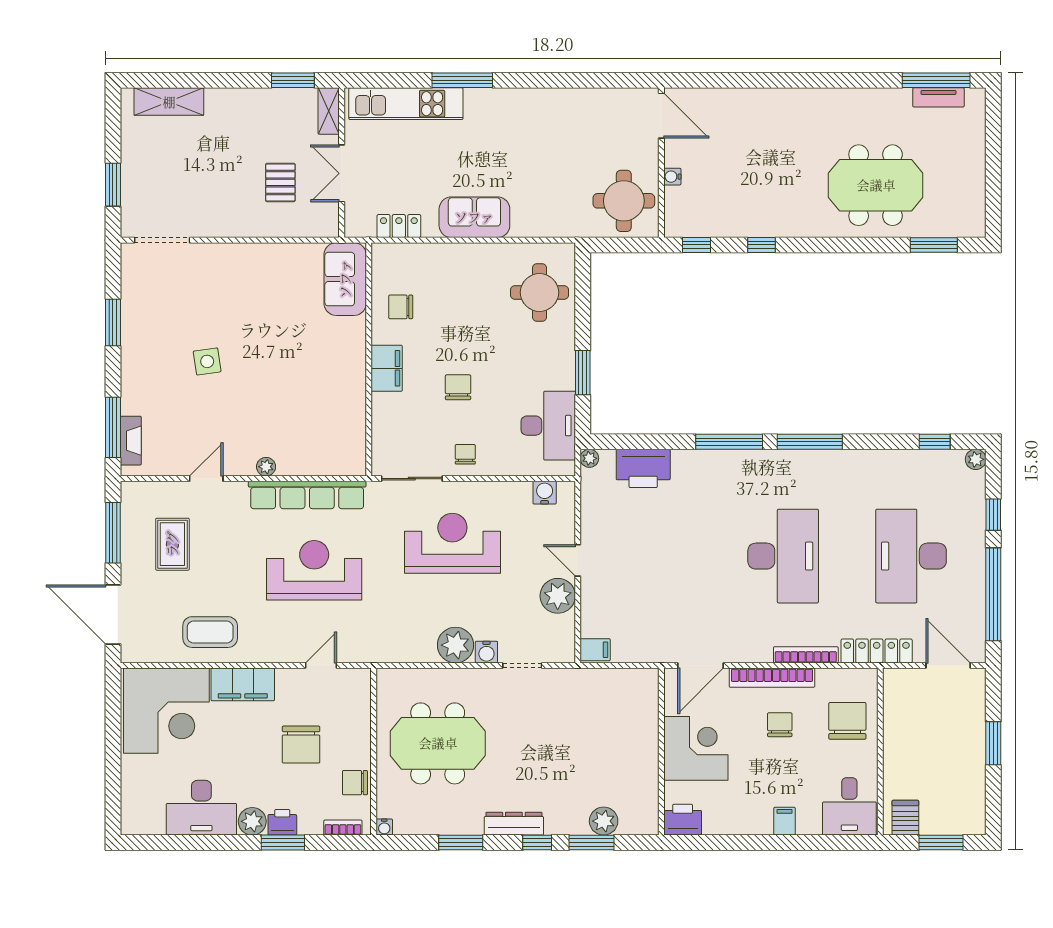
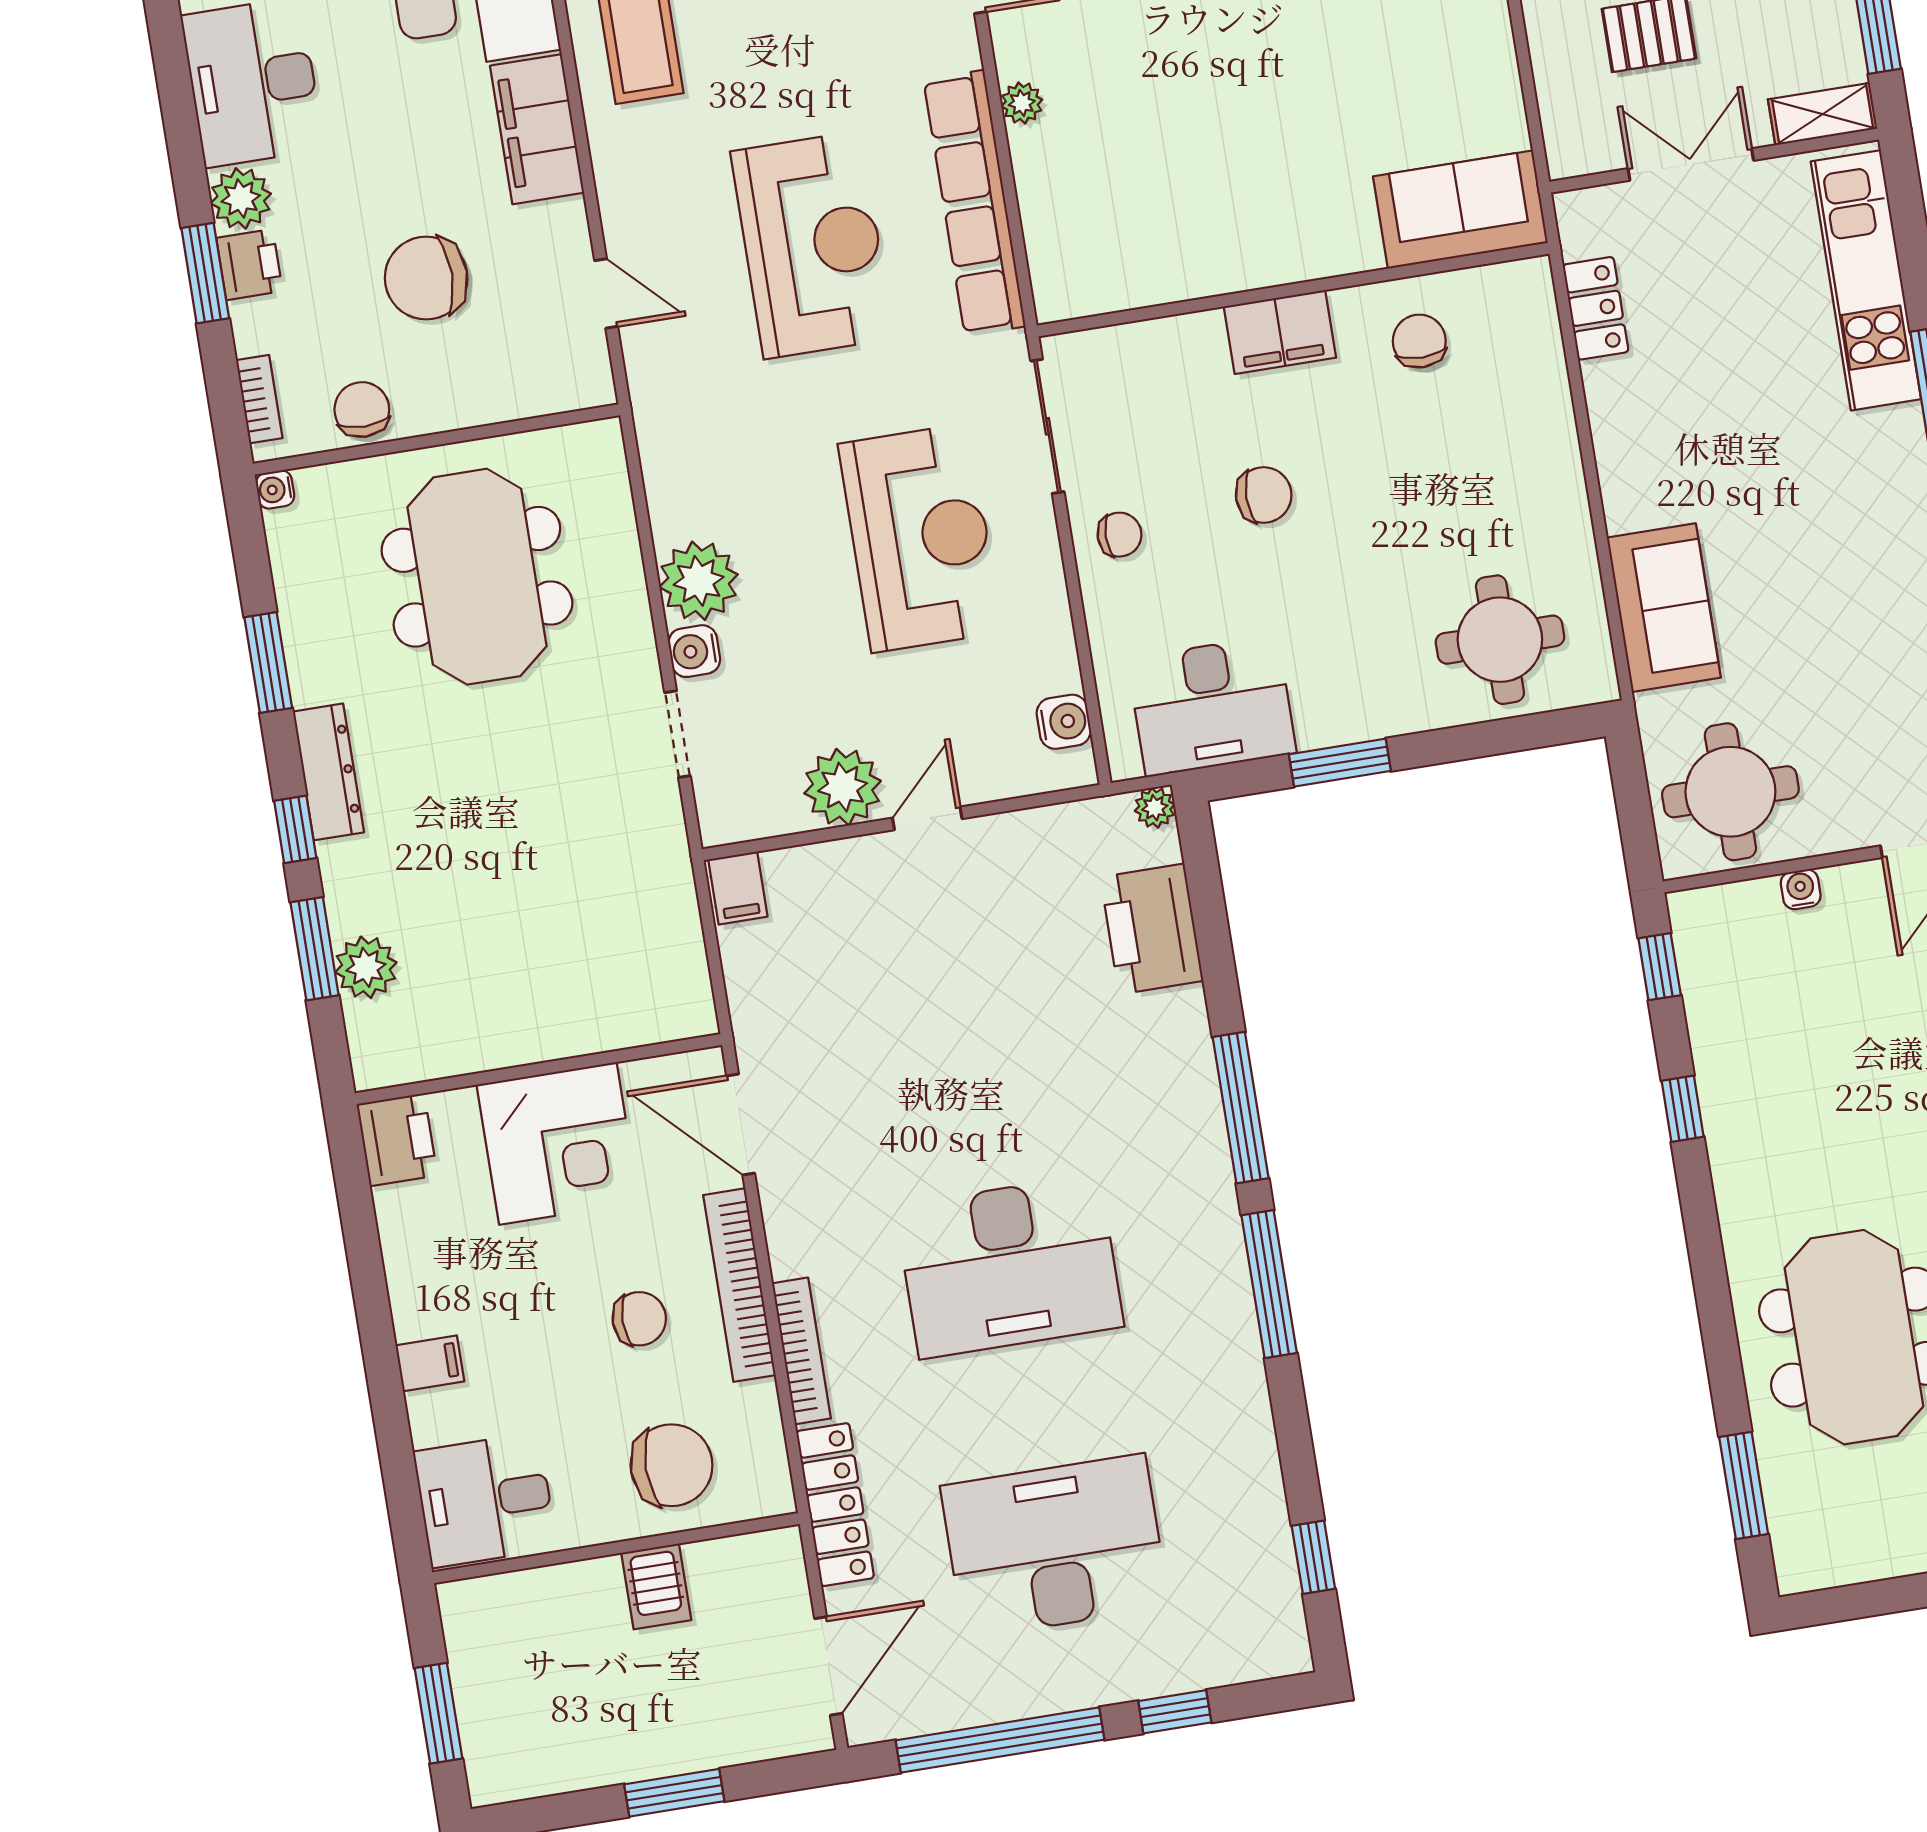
sofa: (474, 217) -> (1664, 608), moved
plant: (976, 459) -> (1289, 1653), removed
server rack: (905, 818) -> (656, 1586), moved, turned 90

